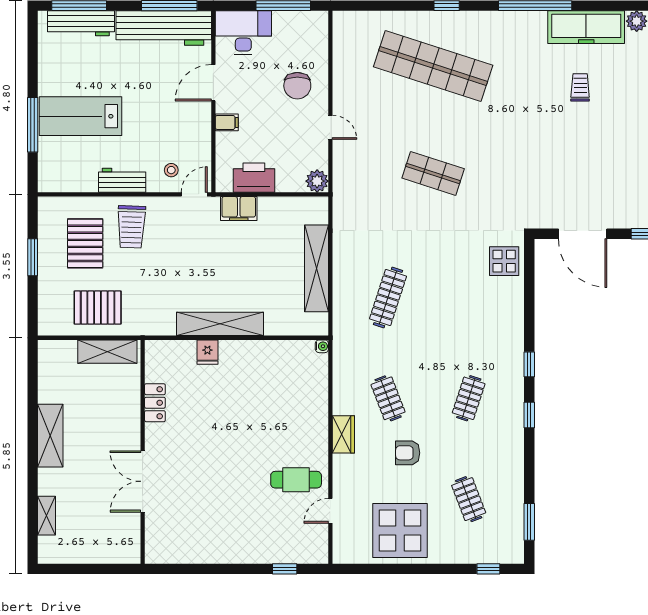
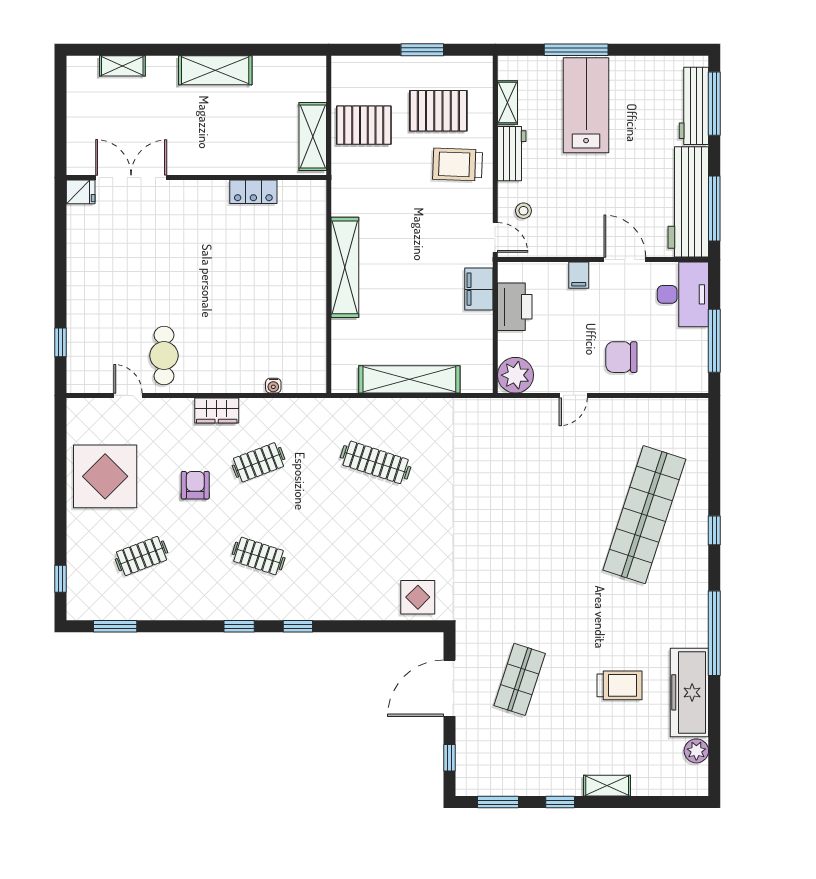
trolley: (580, 87) -> (619, 685), width x1.36, depth x1.39
shop shelf: (433, 173) -> (520, 679), moved
plant: (317, 181) -> (516, 375), width x1.36, depth x1.36
shelving: (78, 184) -> (507, 102), added
pallet: (98, 308) -> (364, 125), turned 90
water cooler: (322, 346) -> (273, 386), moved
fridge: (207, 352) -> (81, 192), moved, turned 180
double door: (143, 481) -> (131, 178), moved

